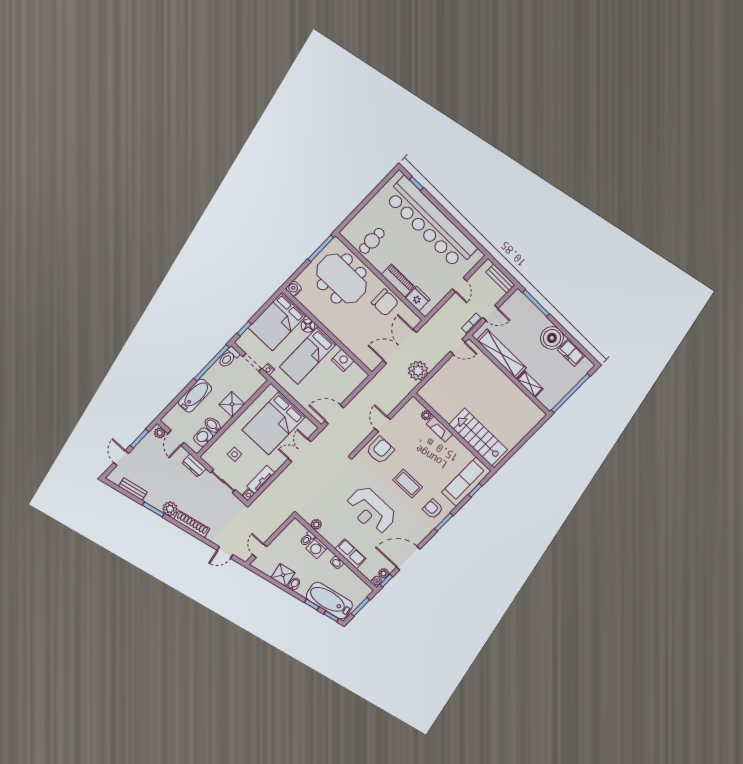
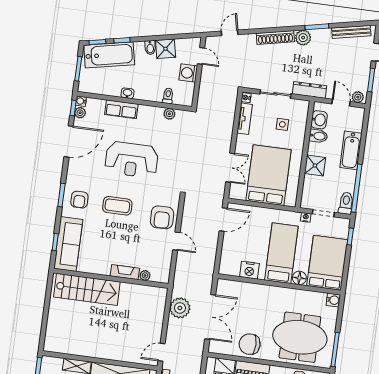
dresser: (194, 465) -> (310, 90), width x1.44
bench: (133, 489) -> (351, 32), width x1.36
armchair: (433, 509) -> (79, 200), turned 90
reception desk: (371, 510) -> (132, 160), turned 180
washing machine: (317, 548) -> (188, 73), moved, turned -90

